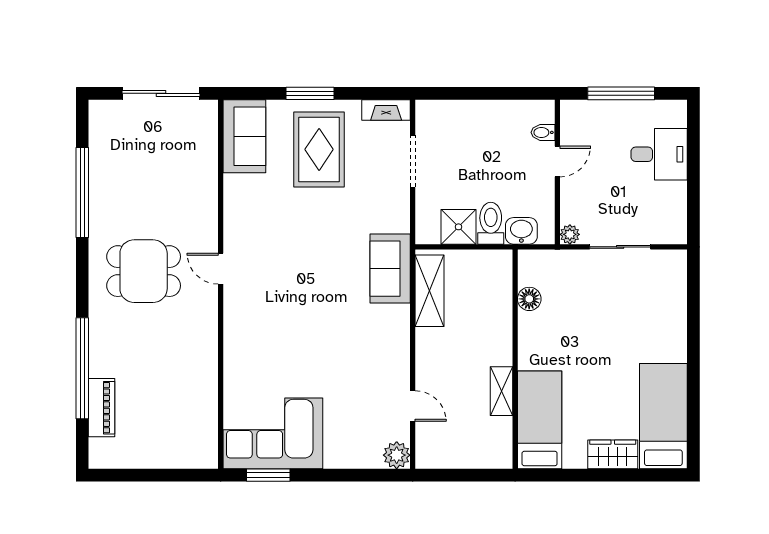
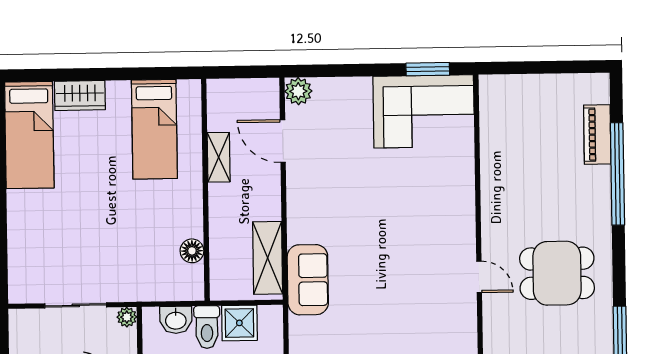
floor lamp: (529, 299) -> (192, 251), moved
wall: (515, 359) -> (205, 190), moved
shelving: (501, 391) -> (219, 157), moved
door: (413, 406) -> (283, 141), width x1.38

